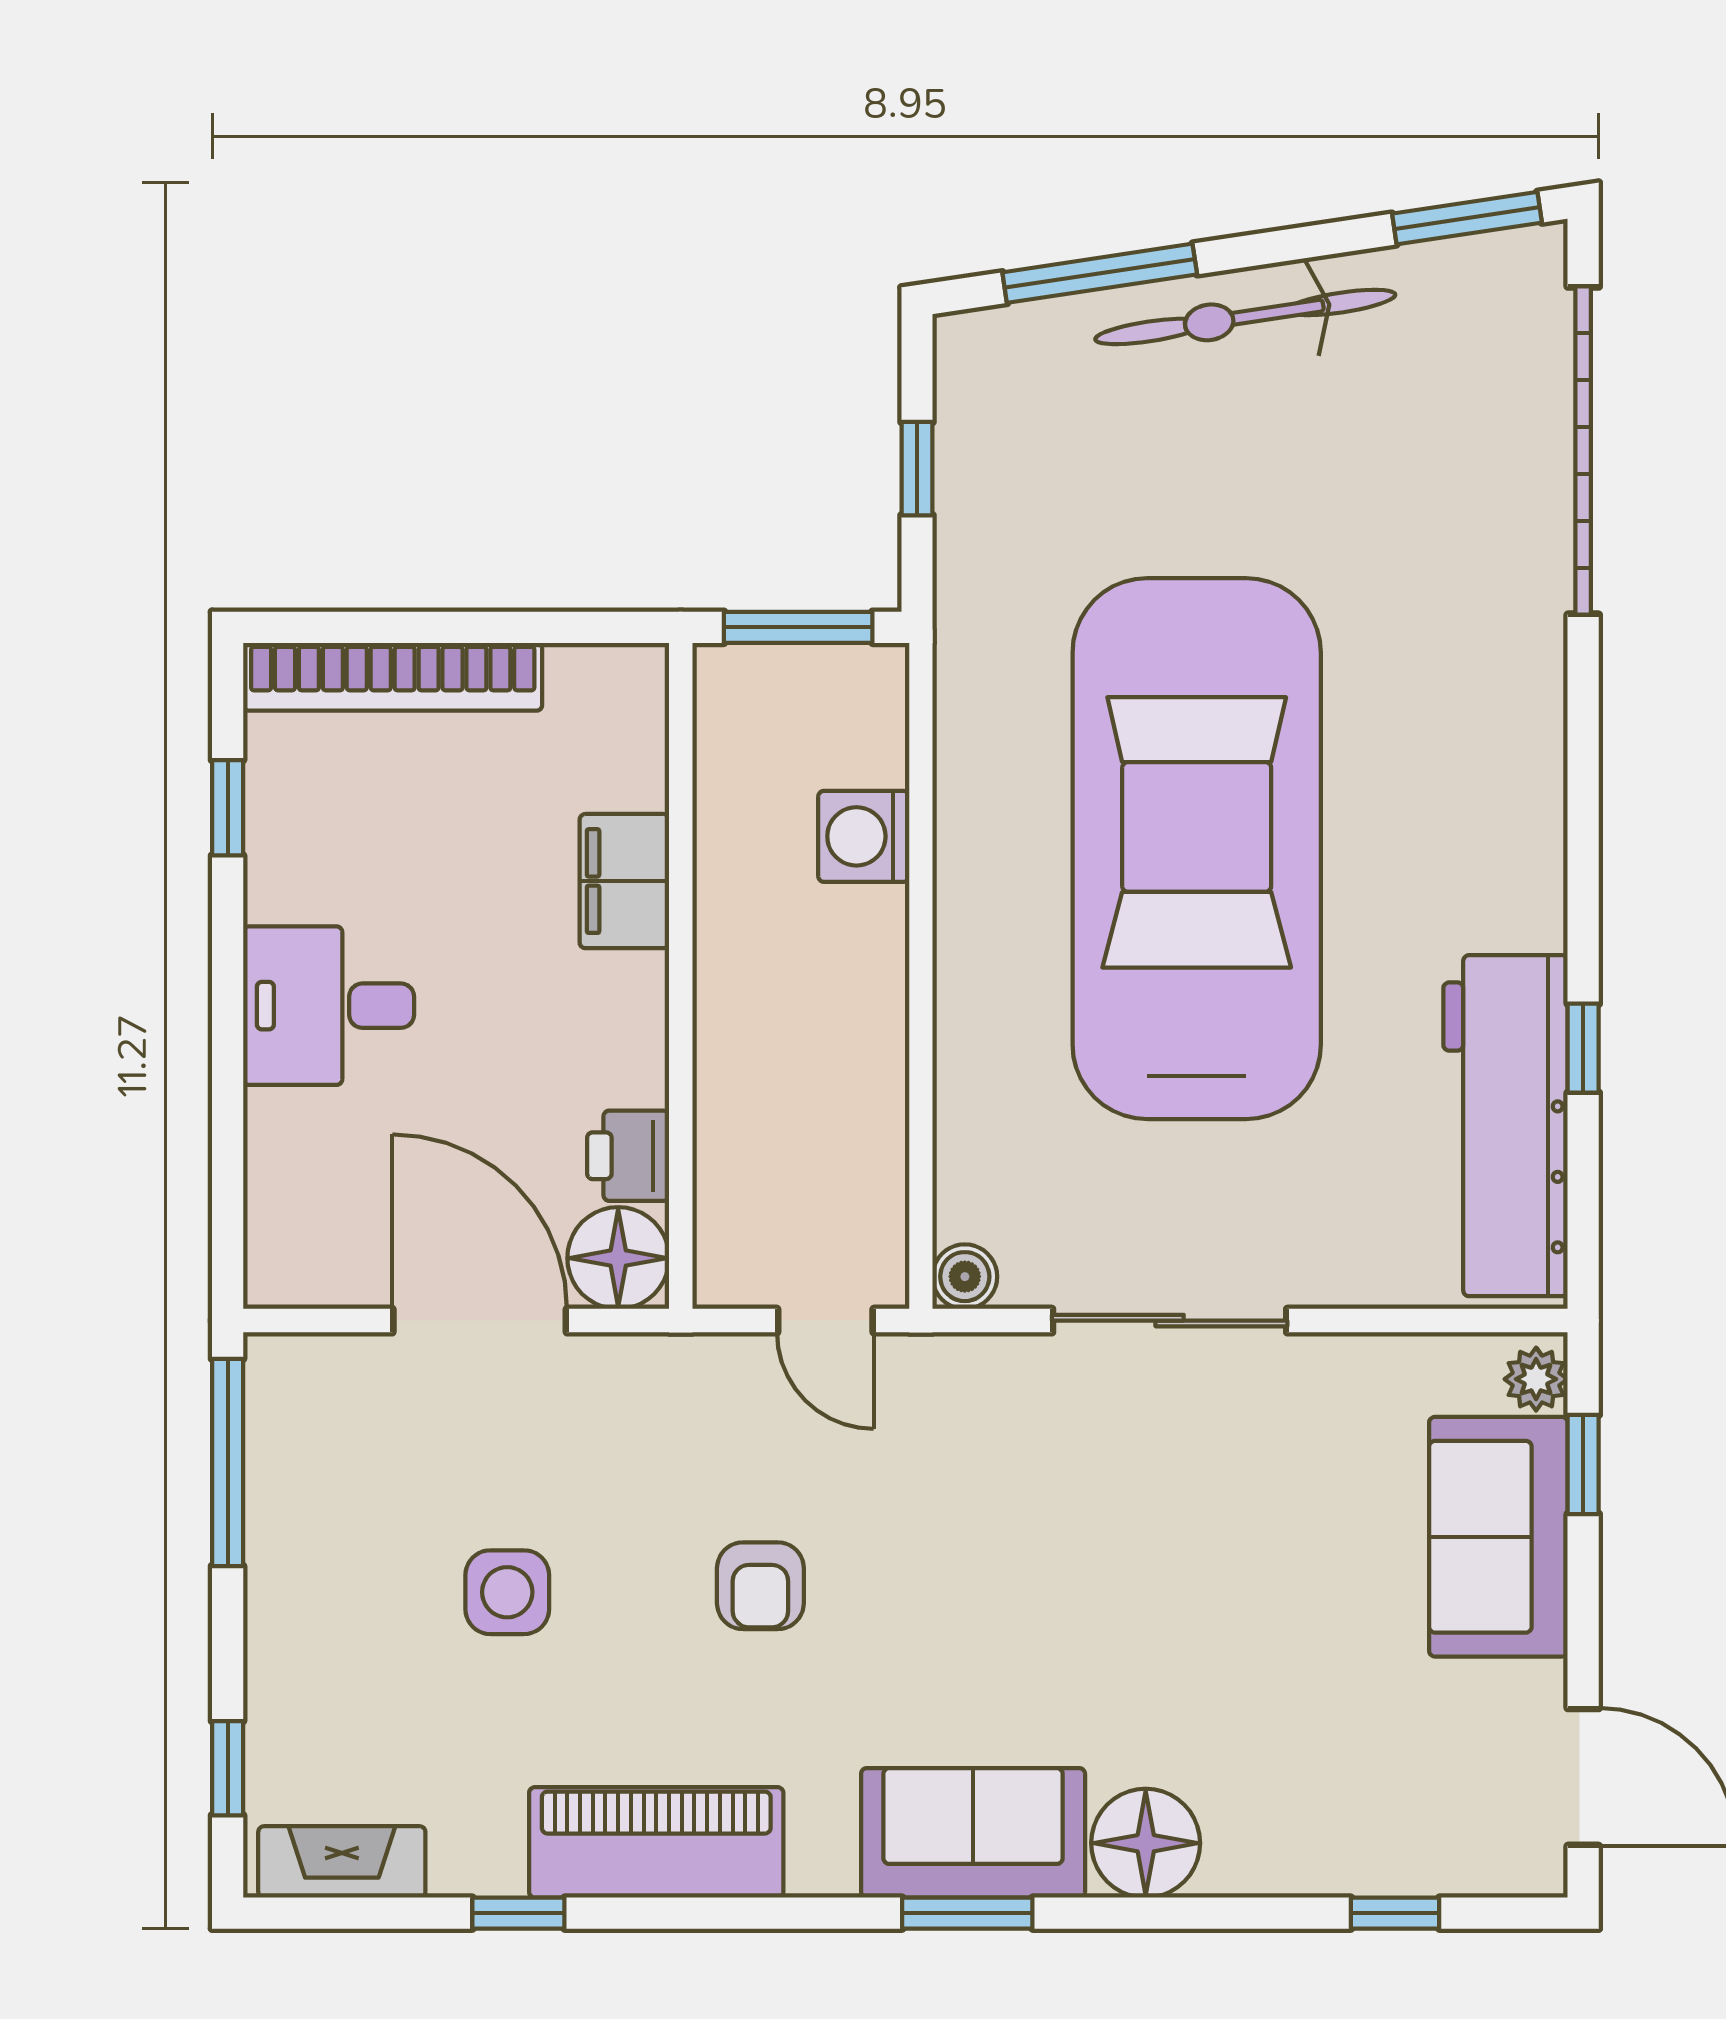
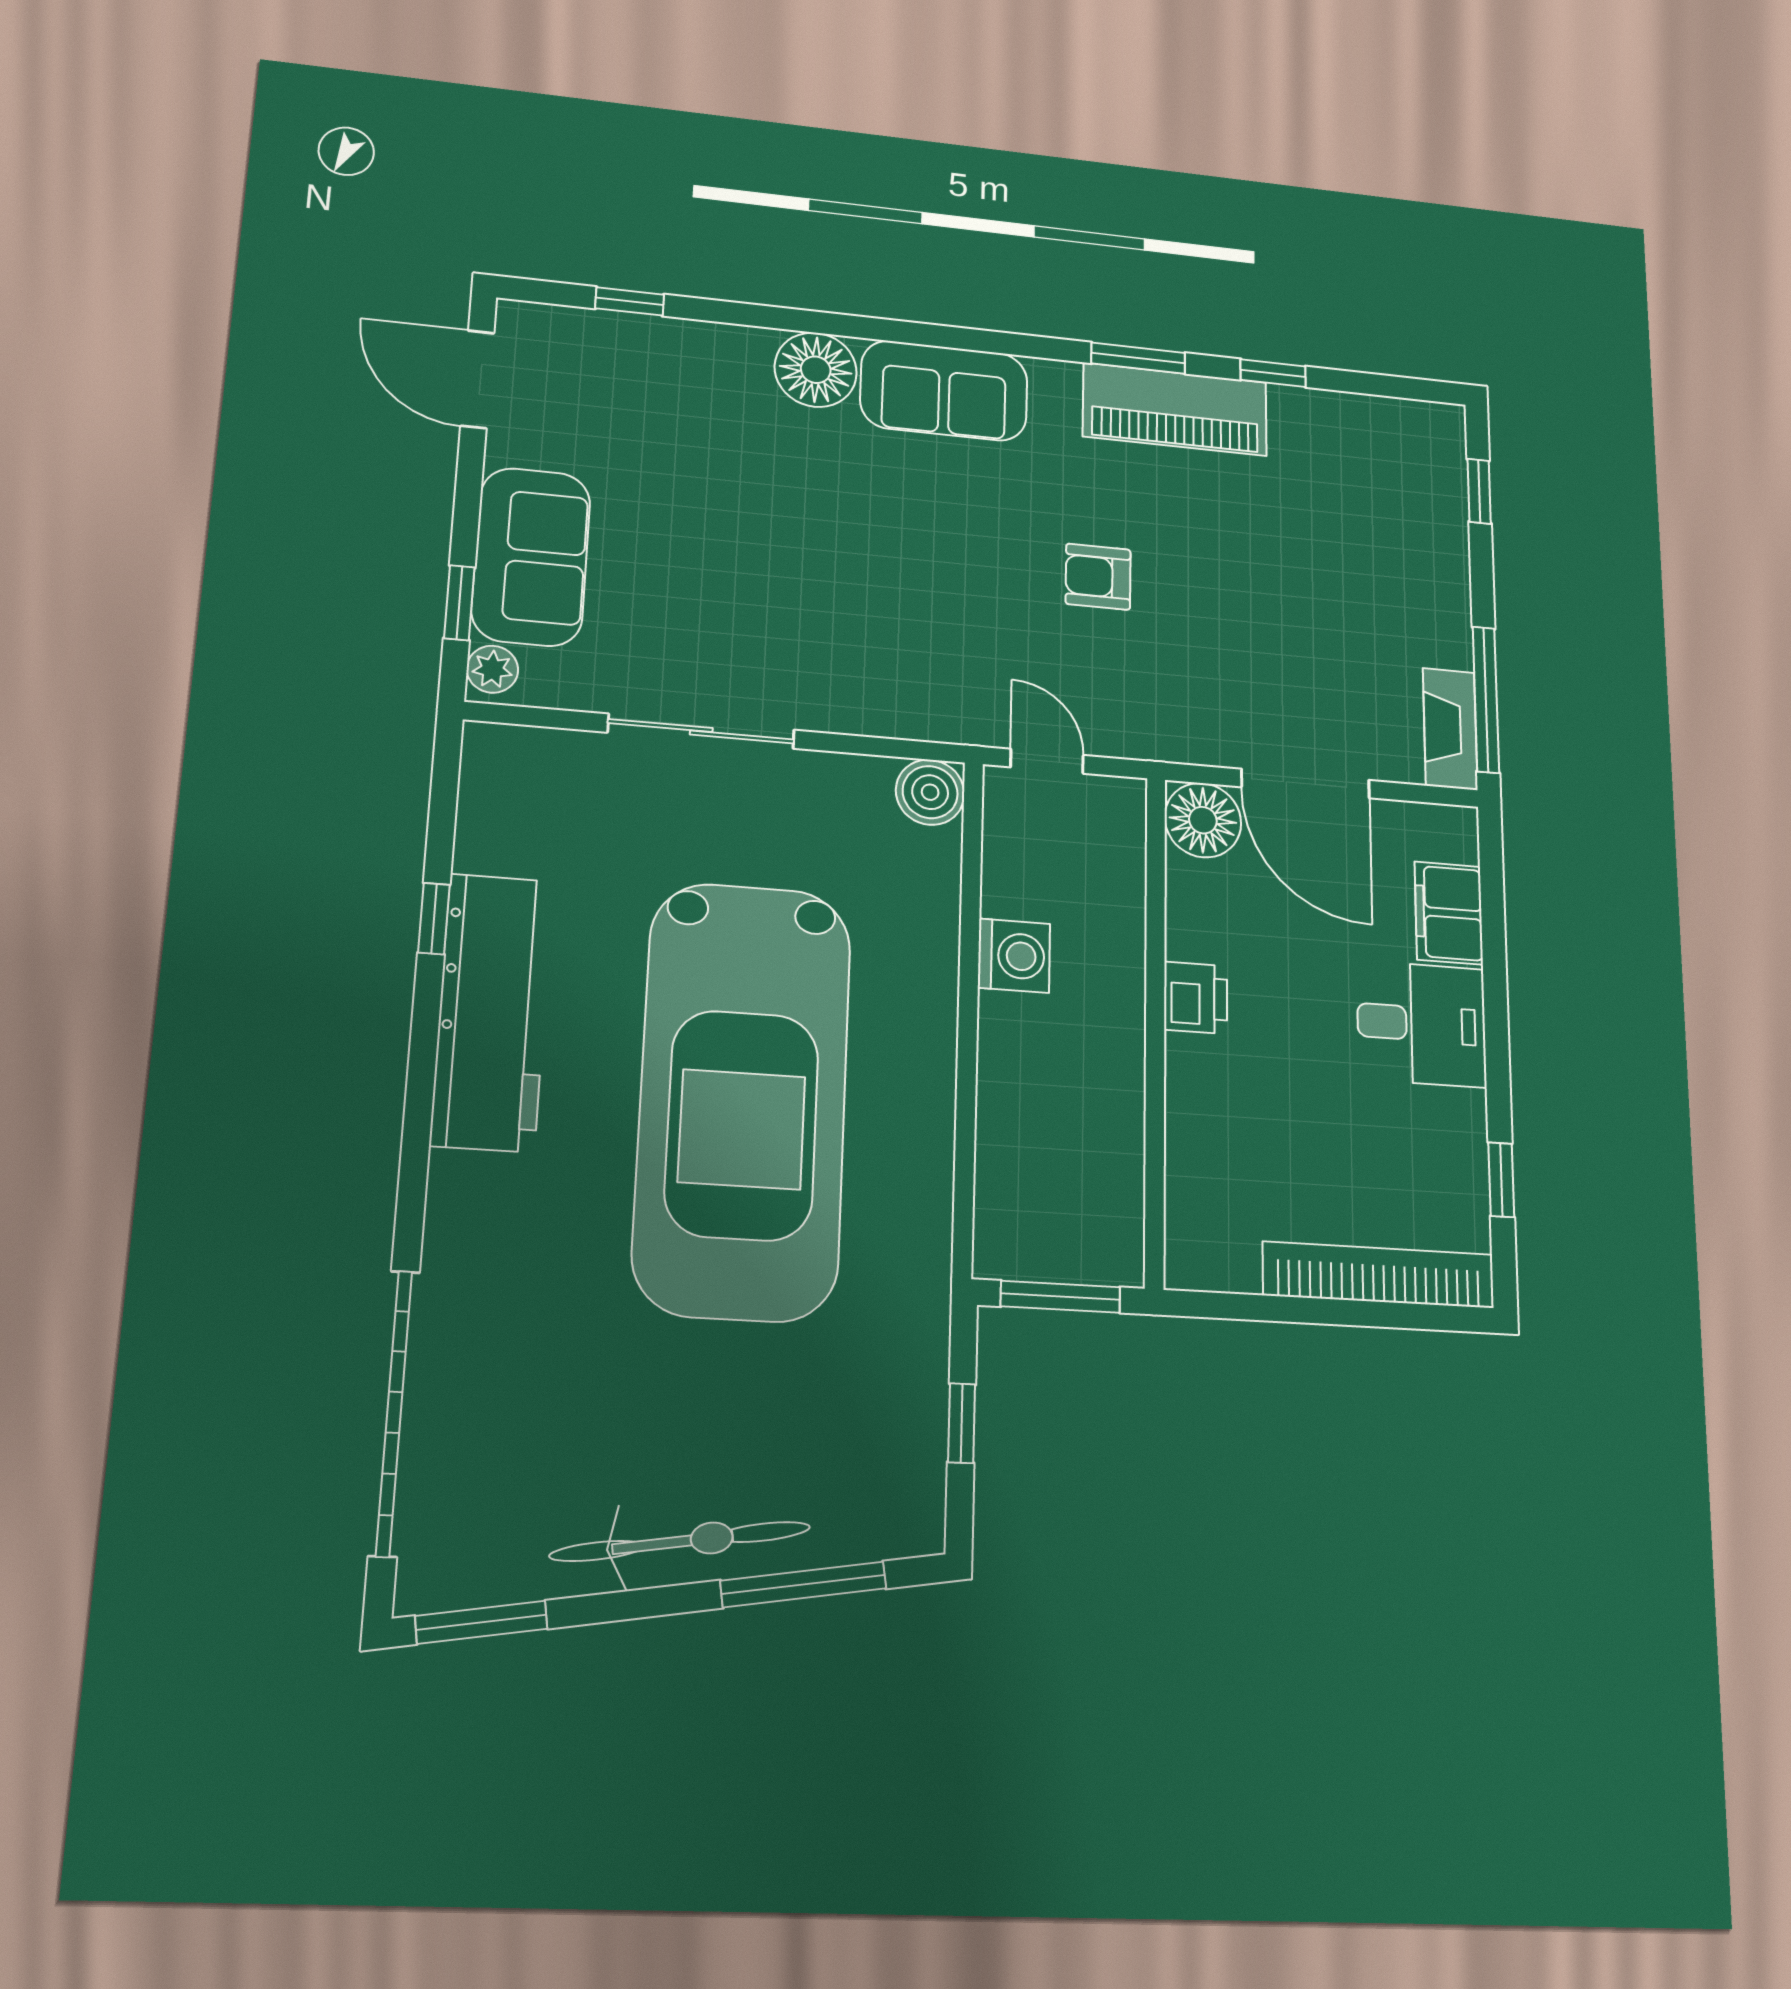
washing machine: (864, 836) -> (1014, 956), moved
filing cabinet: (624, 881) -> (1449, 913), moved, turned 180
workbench: (1505, 1126) -> (492, 1012), moved
printer: (628, 1156) -> (1196, 998), moved
boiler: (965, 1277) -> (930, 792), width x1.36, depth x1.36
sliding door: (1170, 1321) -> (701, 731), moved
armchair: (760, 1586) -> (1098, 577), turned -90
side table: (507, 1592) -> (1283, 590), removed
fireplace: (342, 1862) -> (1450, 729), moved, turned 90
window: (967, 1913) -> (1138, 358), moved

